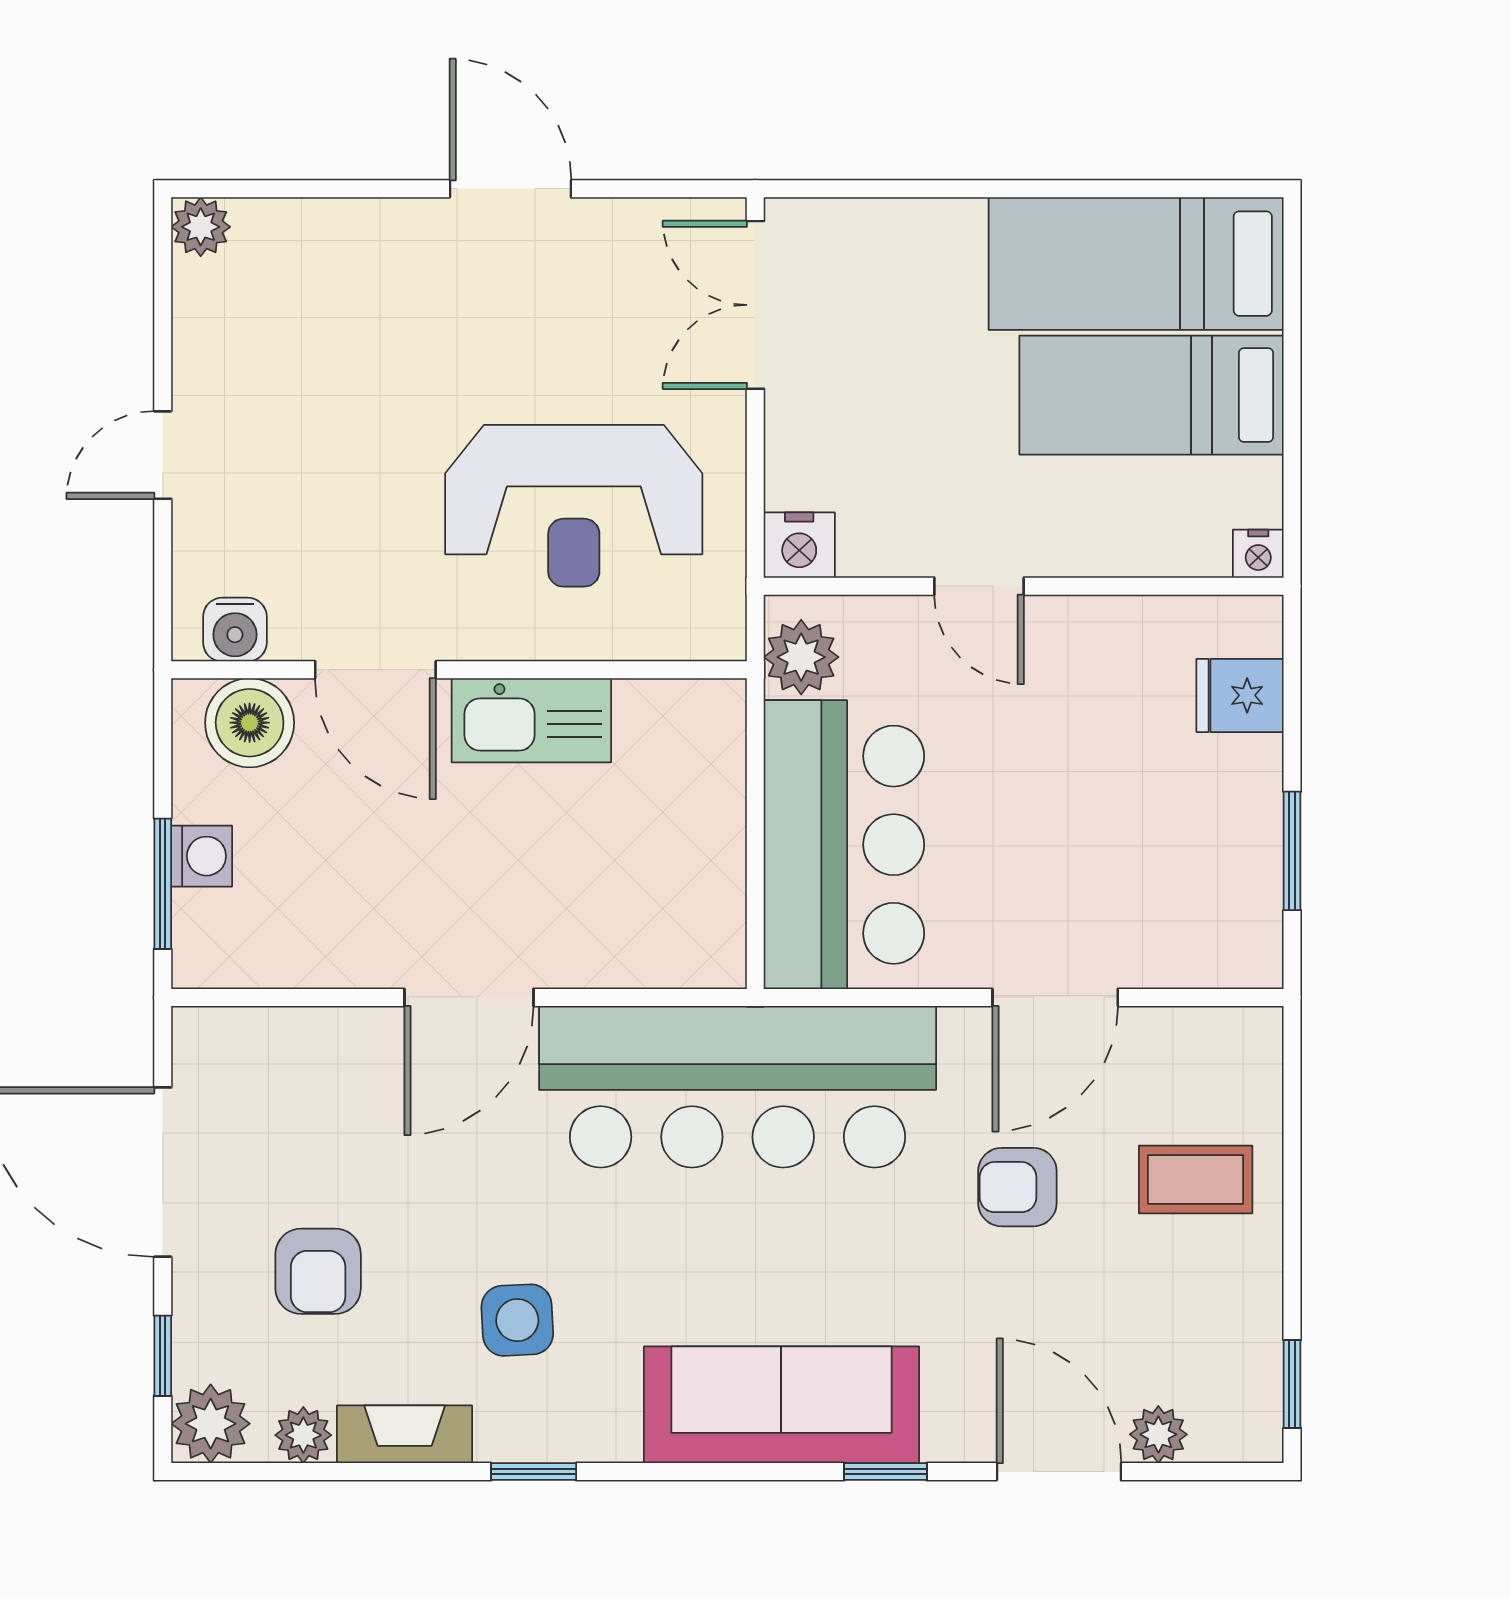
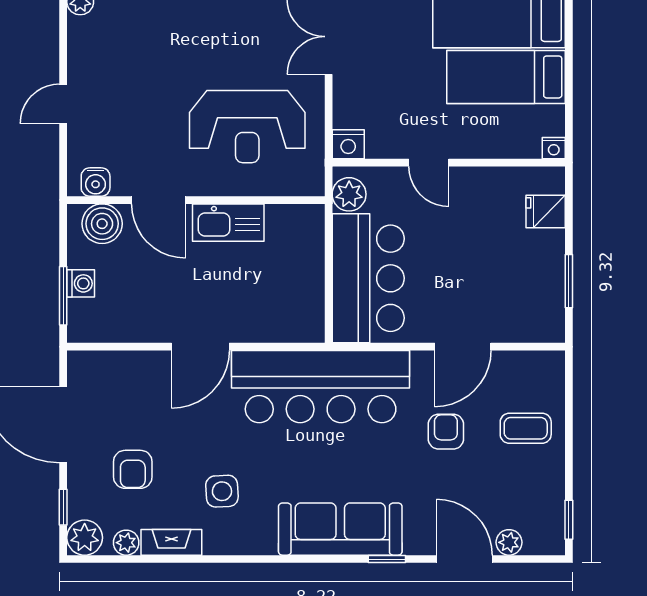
armchair: (1017, 1187) -> (446, 432), turned 90
window: (534, 1472) -> (229, 559), removed

